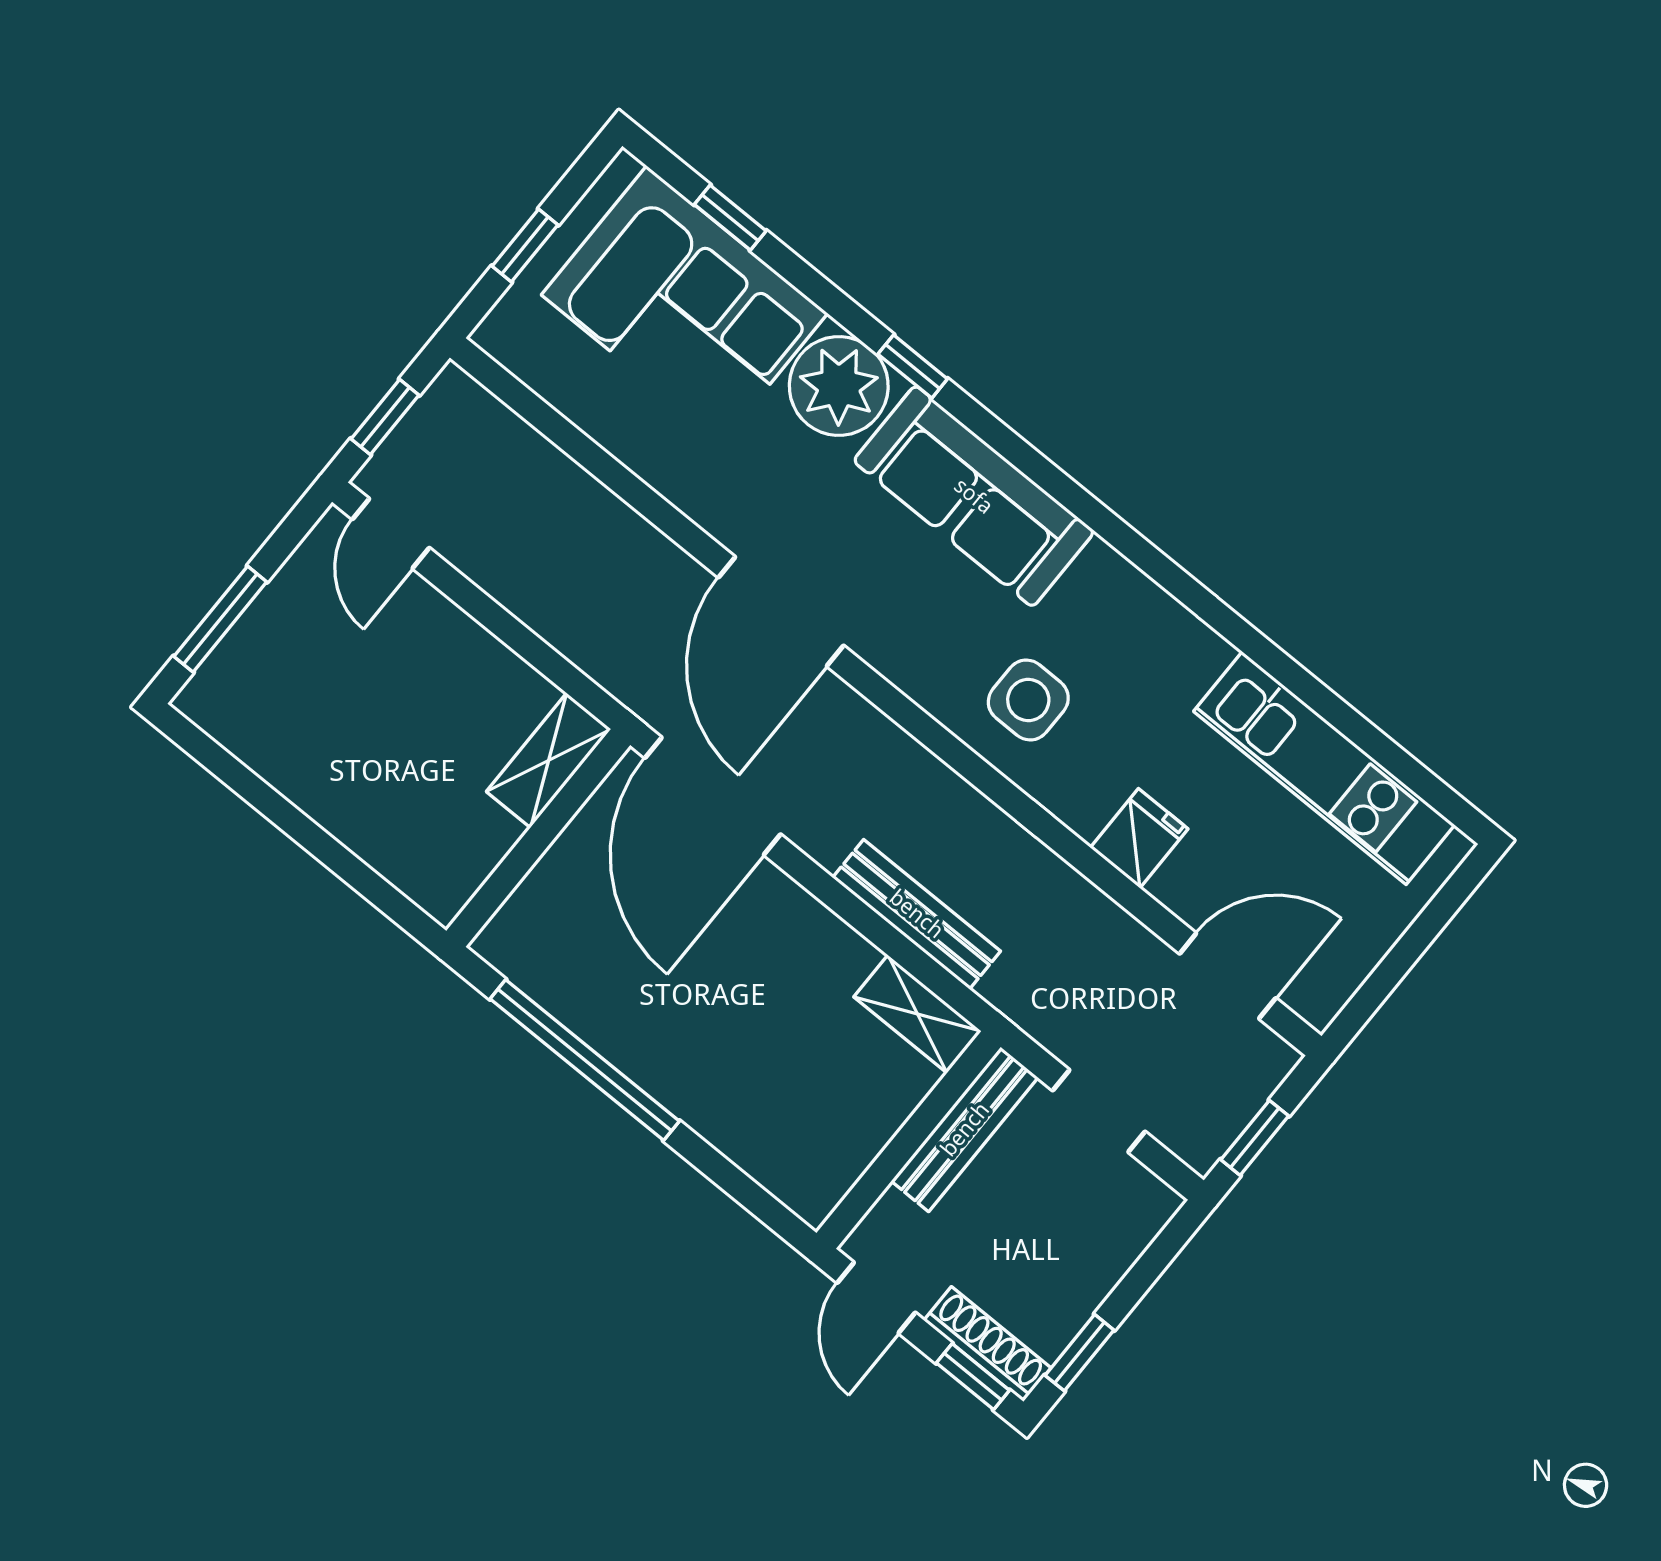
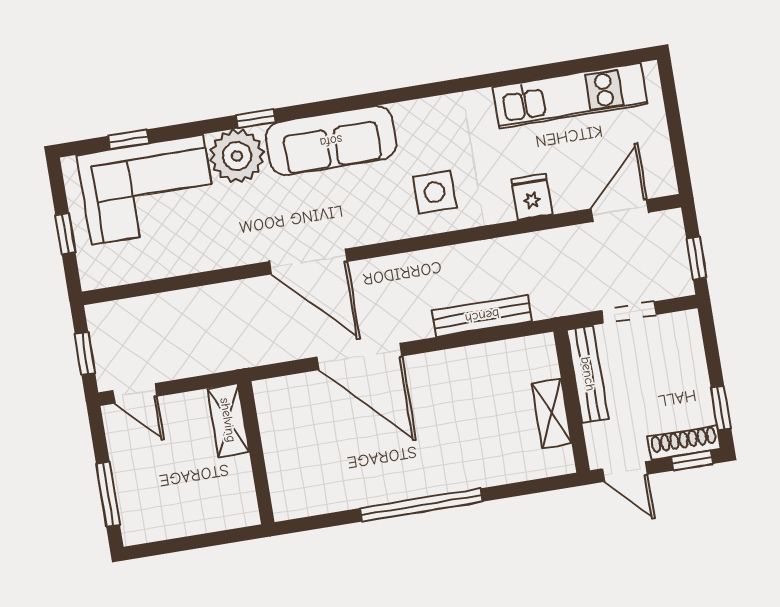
shelving: (549, 760) -> (228, 420), moved
wall: (538, 838) -> (256, 453), moved
shelving: (917, 1014) -> (552, 413), moved, turned 90

